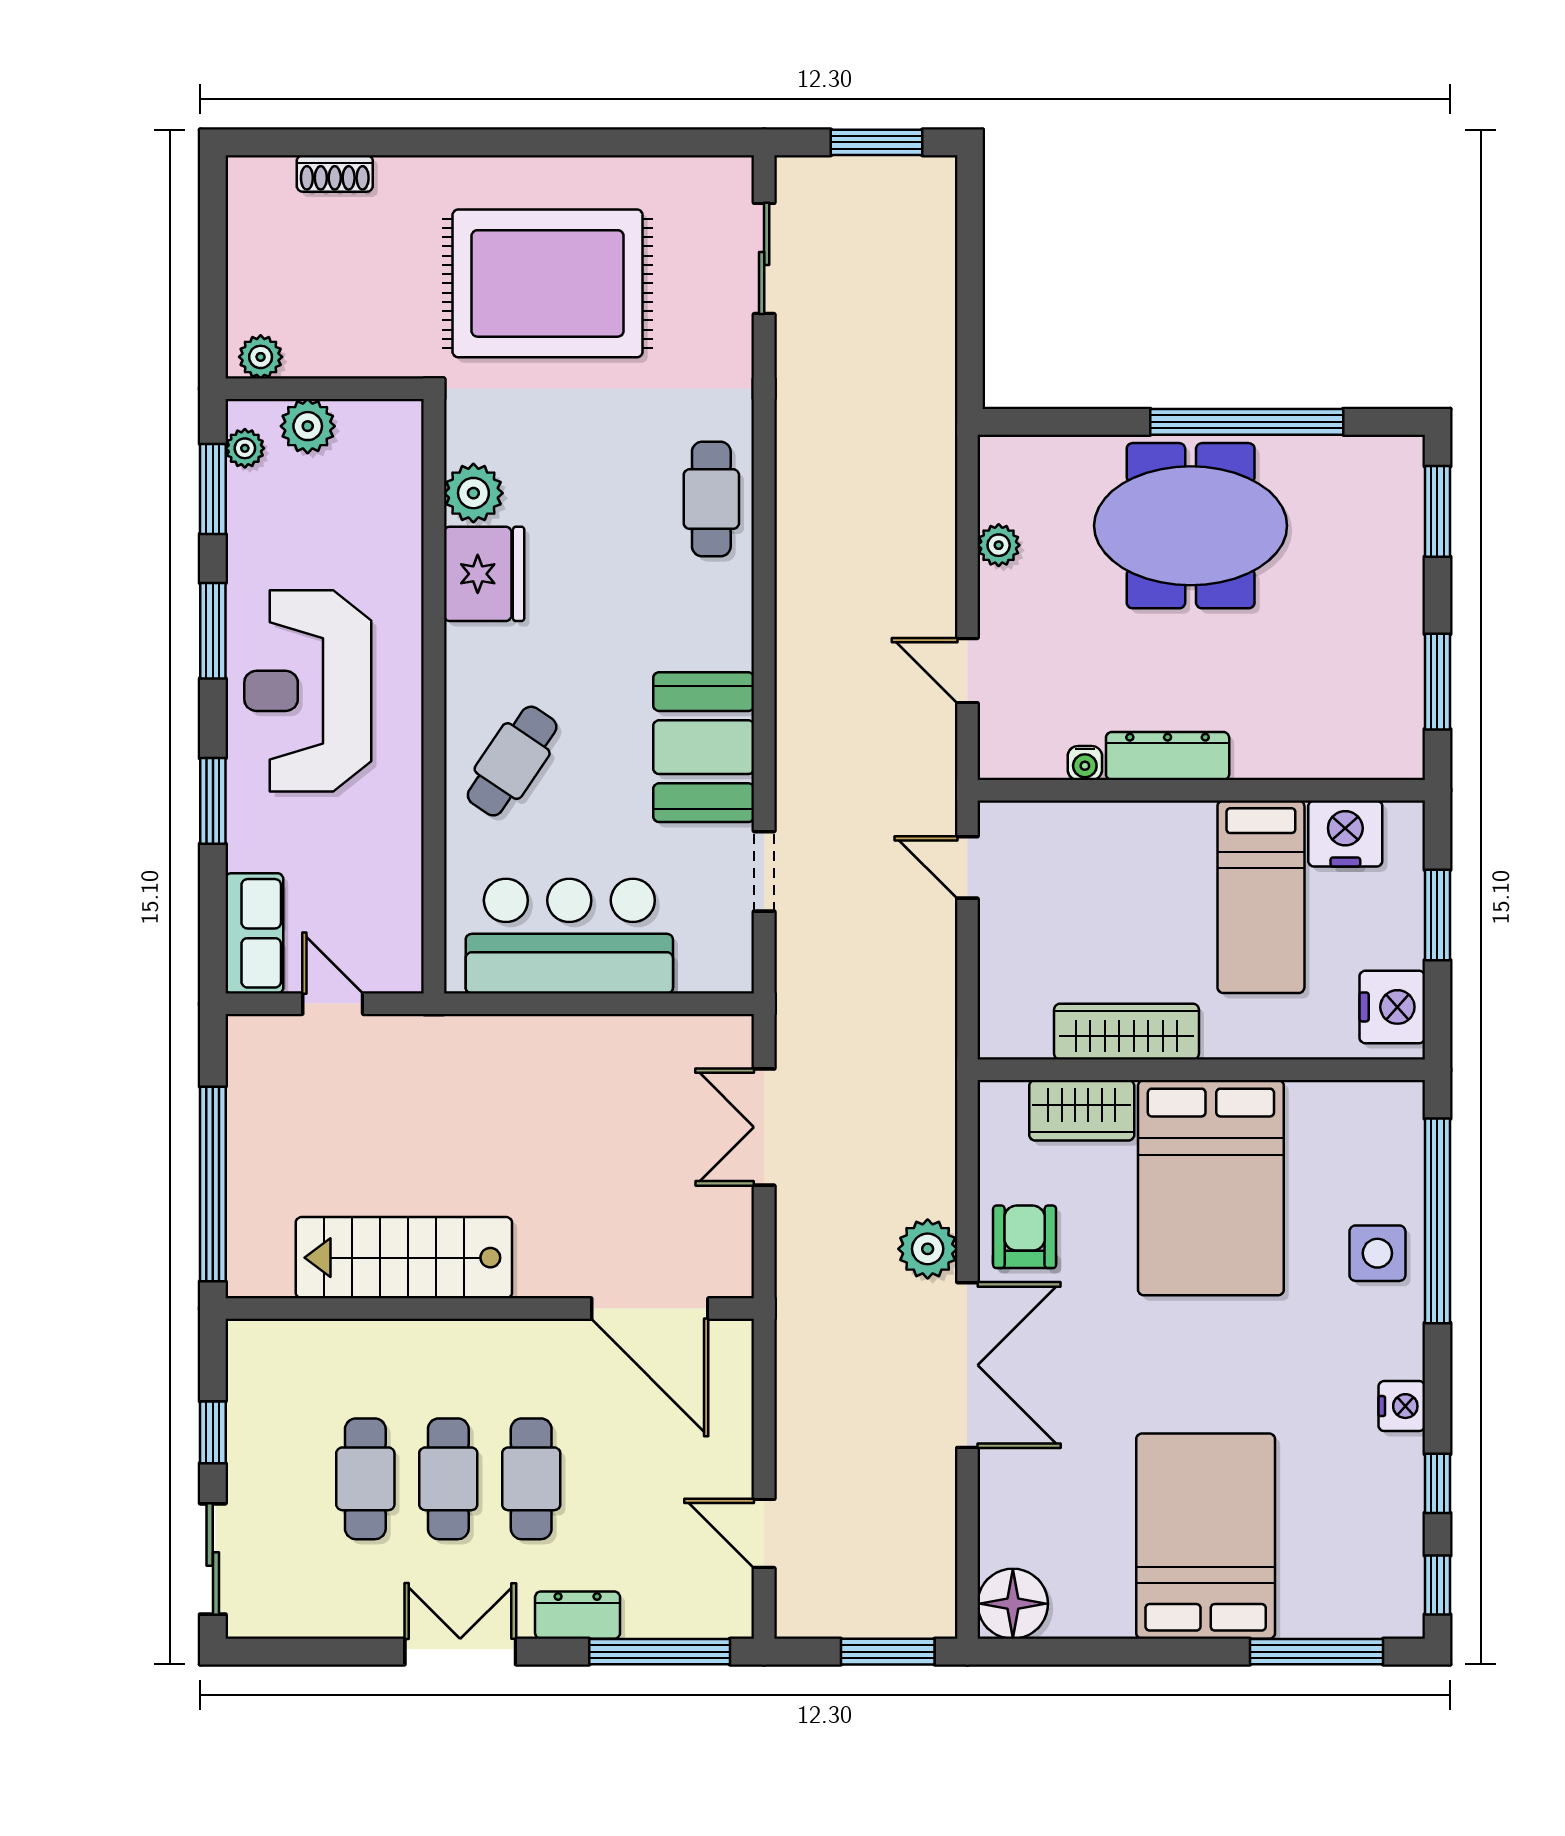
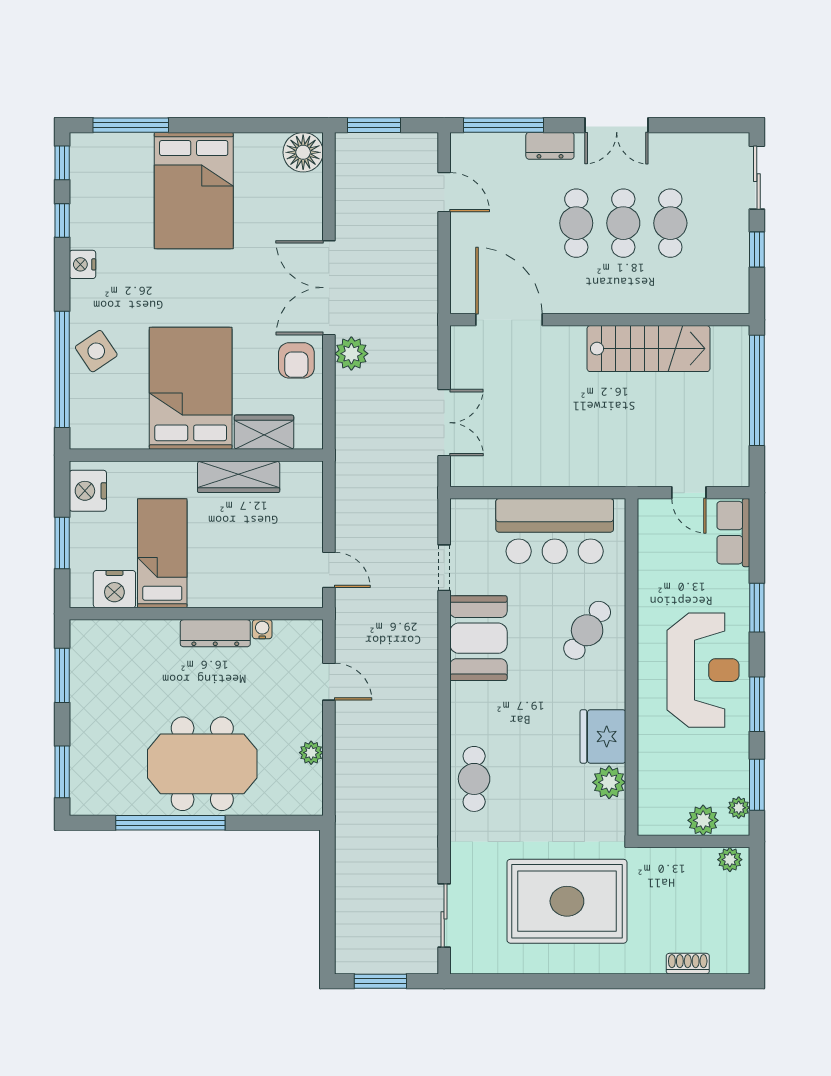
side table: (1377, 1253) -> (96, 351), turned -34

